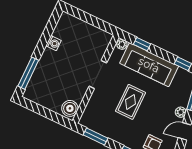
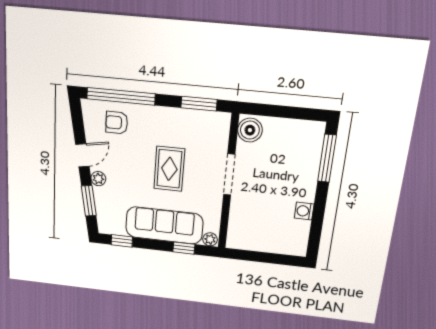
doorway: (98, 75) -> (229, 175), moved

